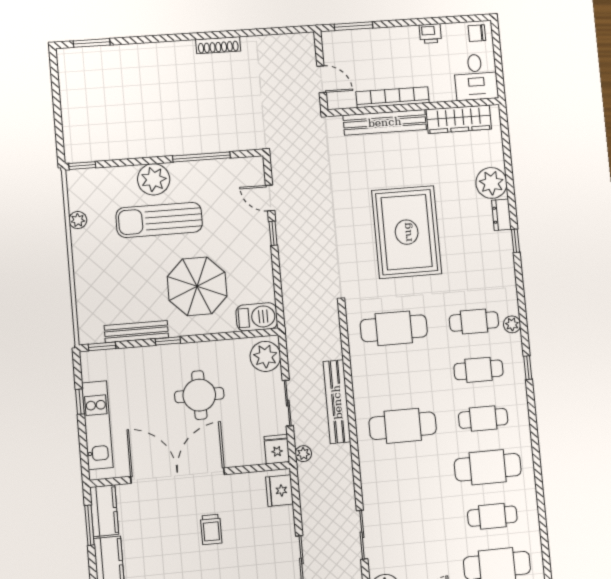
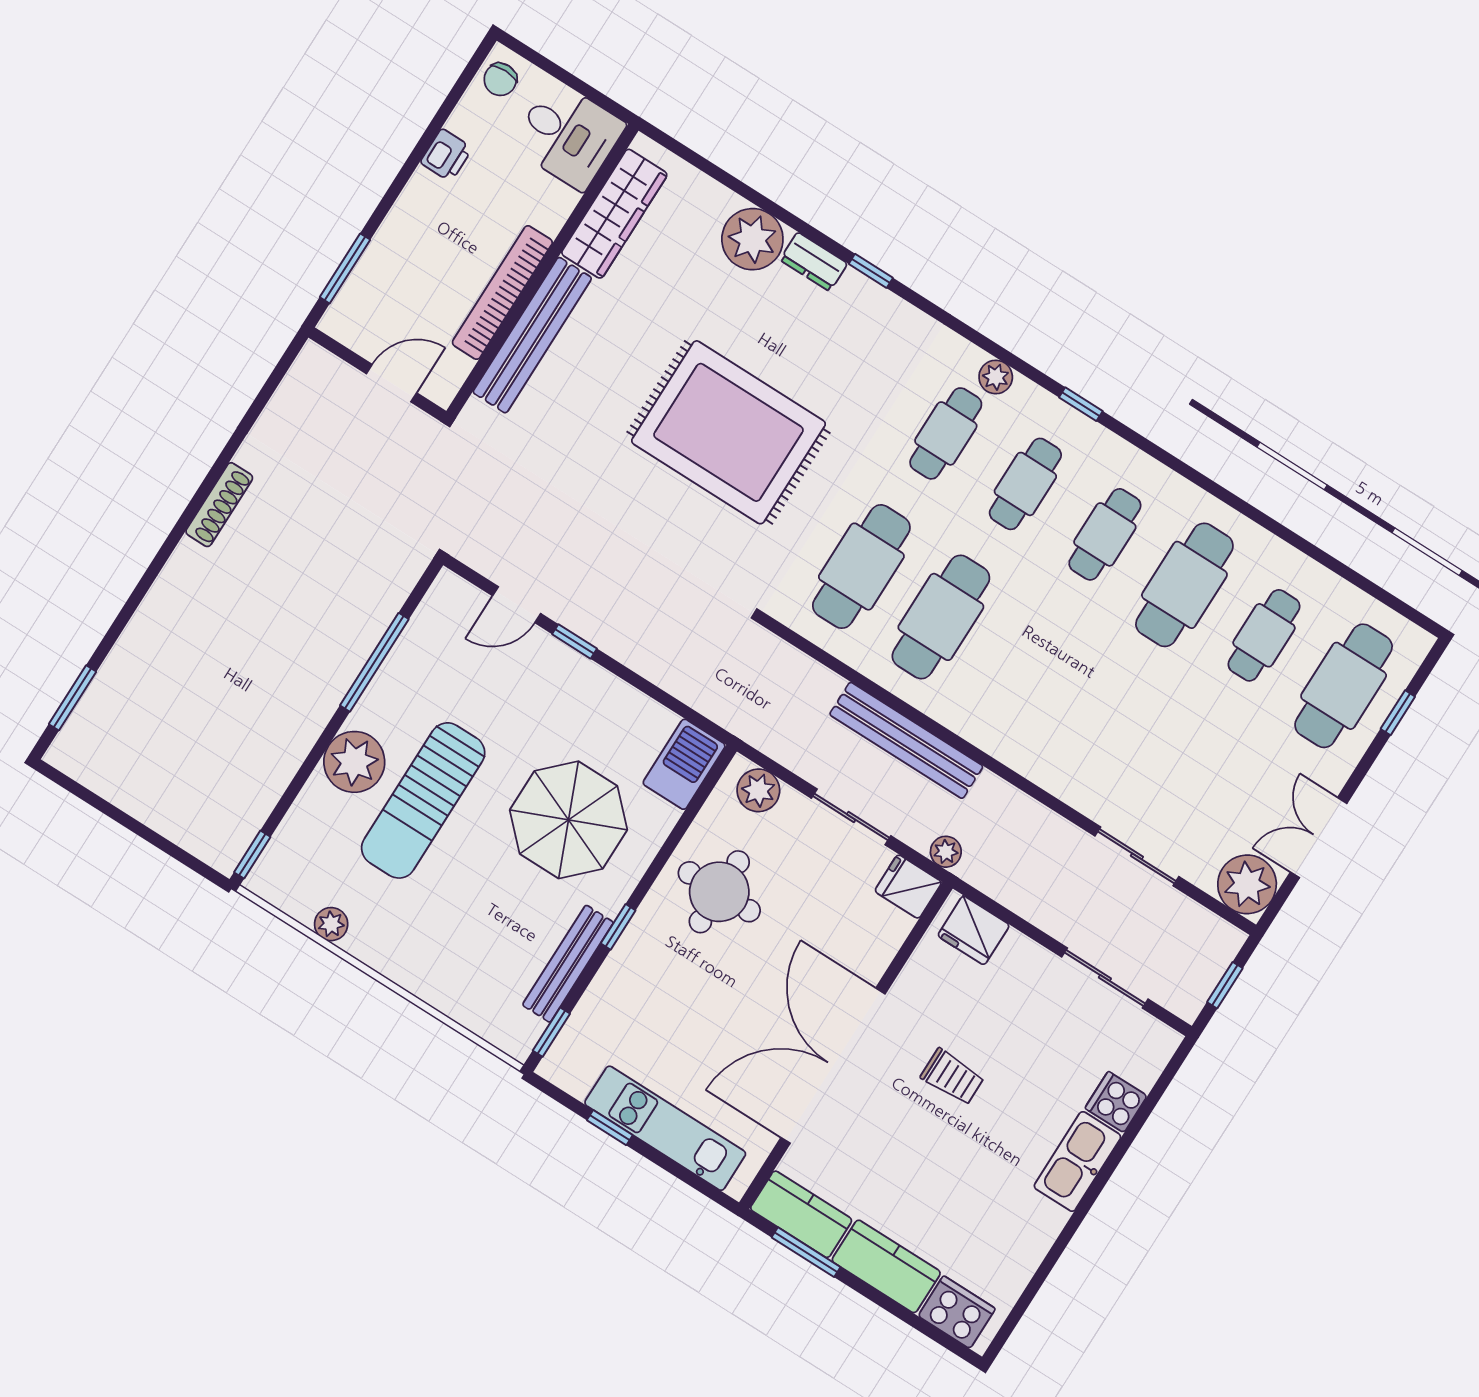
plant: (265, 356) -> (758, 790), width x0.73, depth x0.73
round table: (199, 395) -> (719, 892), moved
cafe table: (403, 426) -> (941, 617), moved

